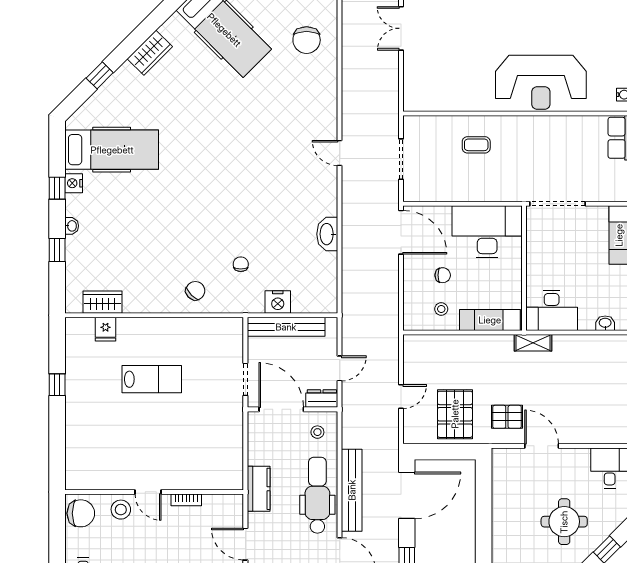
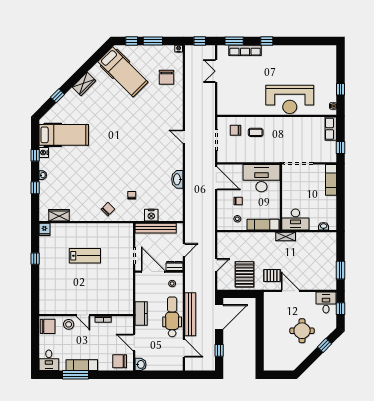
chair: (438, 141) -> (236, 130), added
fridge: (105, 329) -> (44, 229), moved

